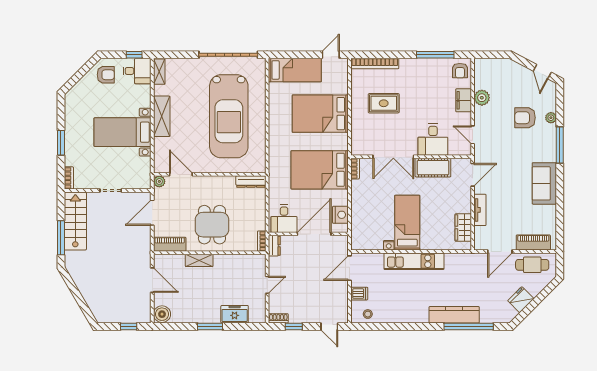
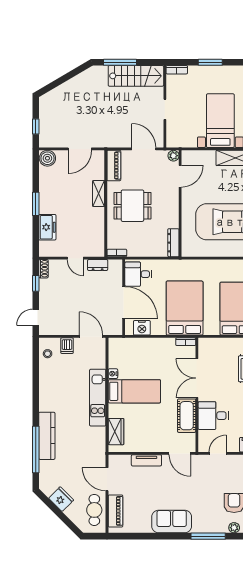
wardrobe: (463, 228) -> (116, 432), moved, turned 90
dresser: (274, 246) -> (98, 265), moved

